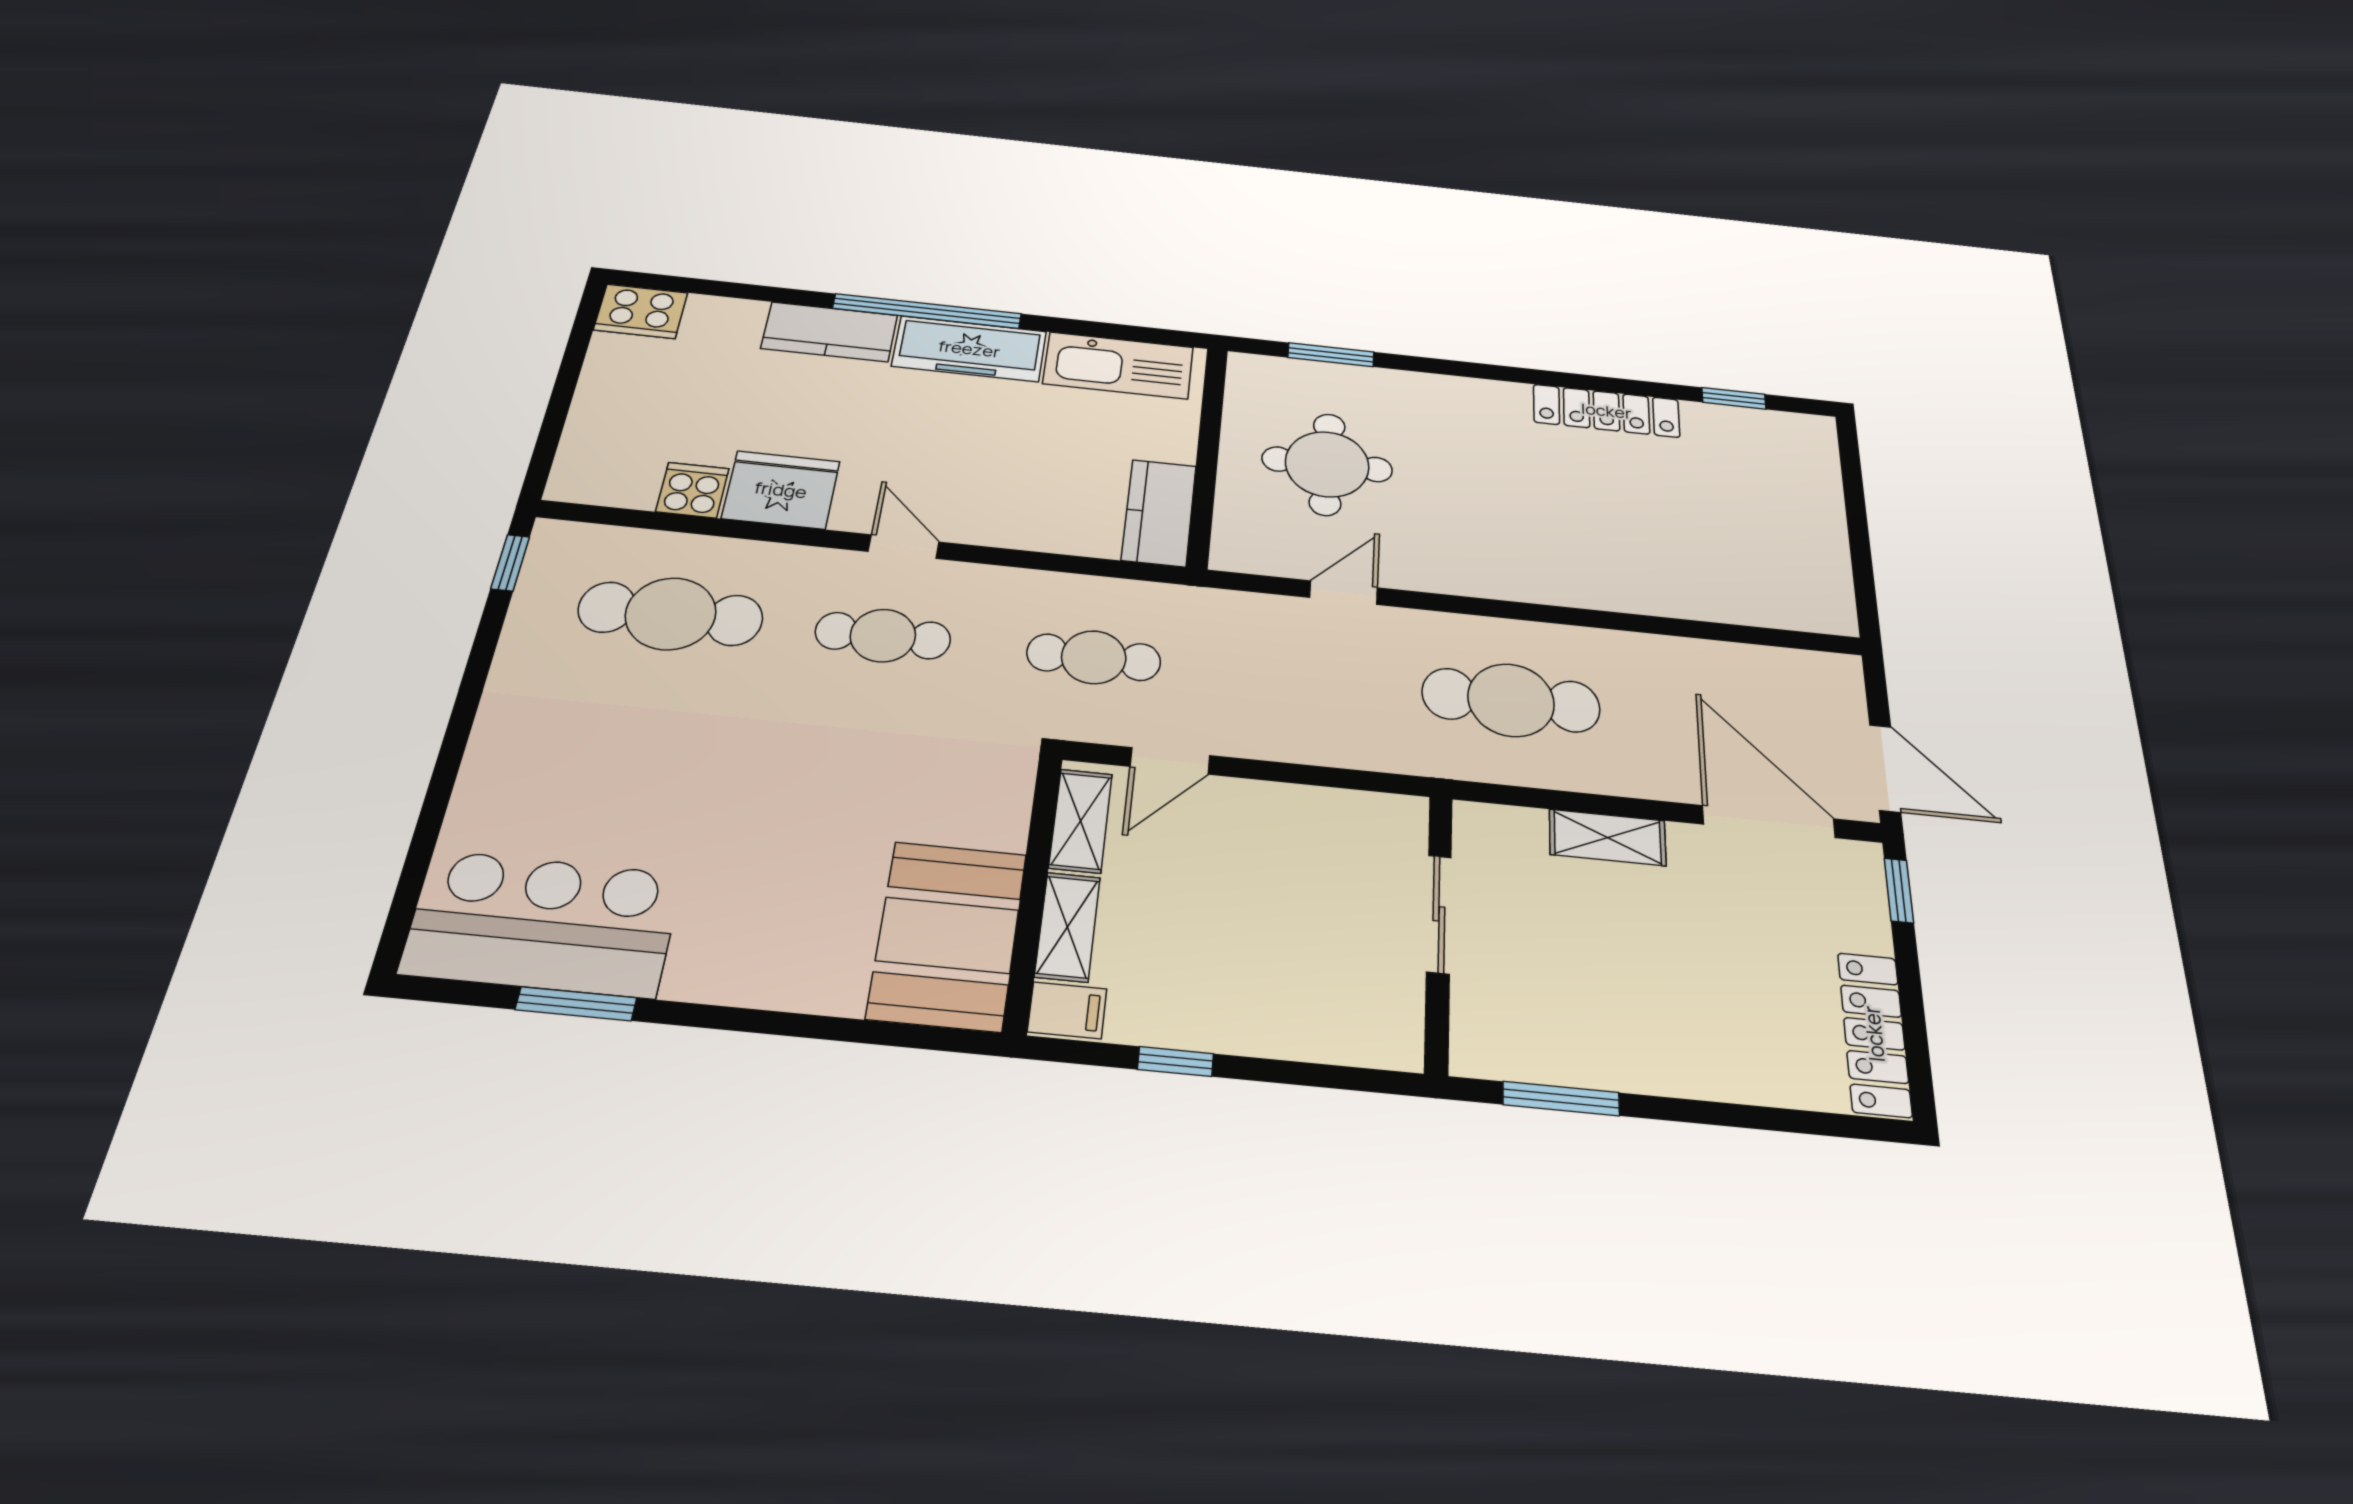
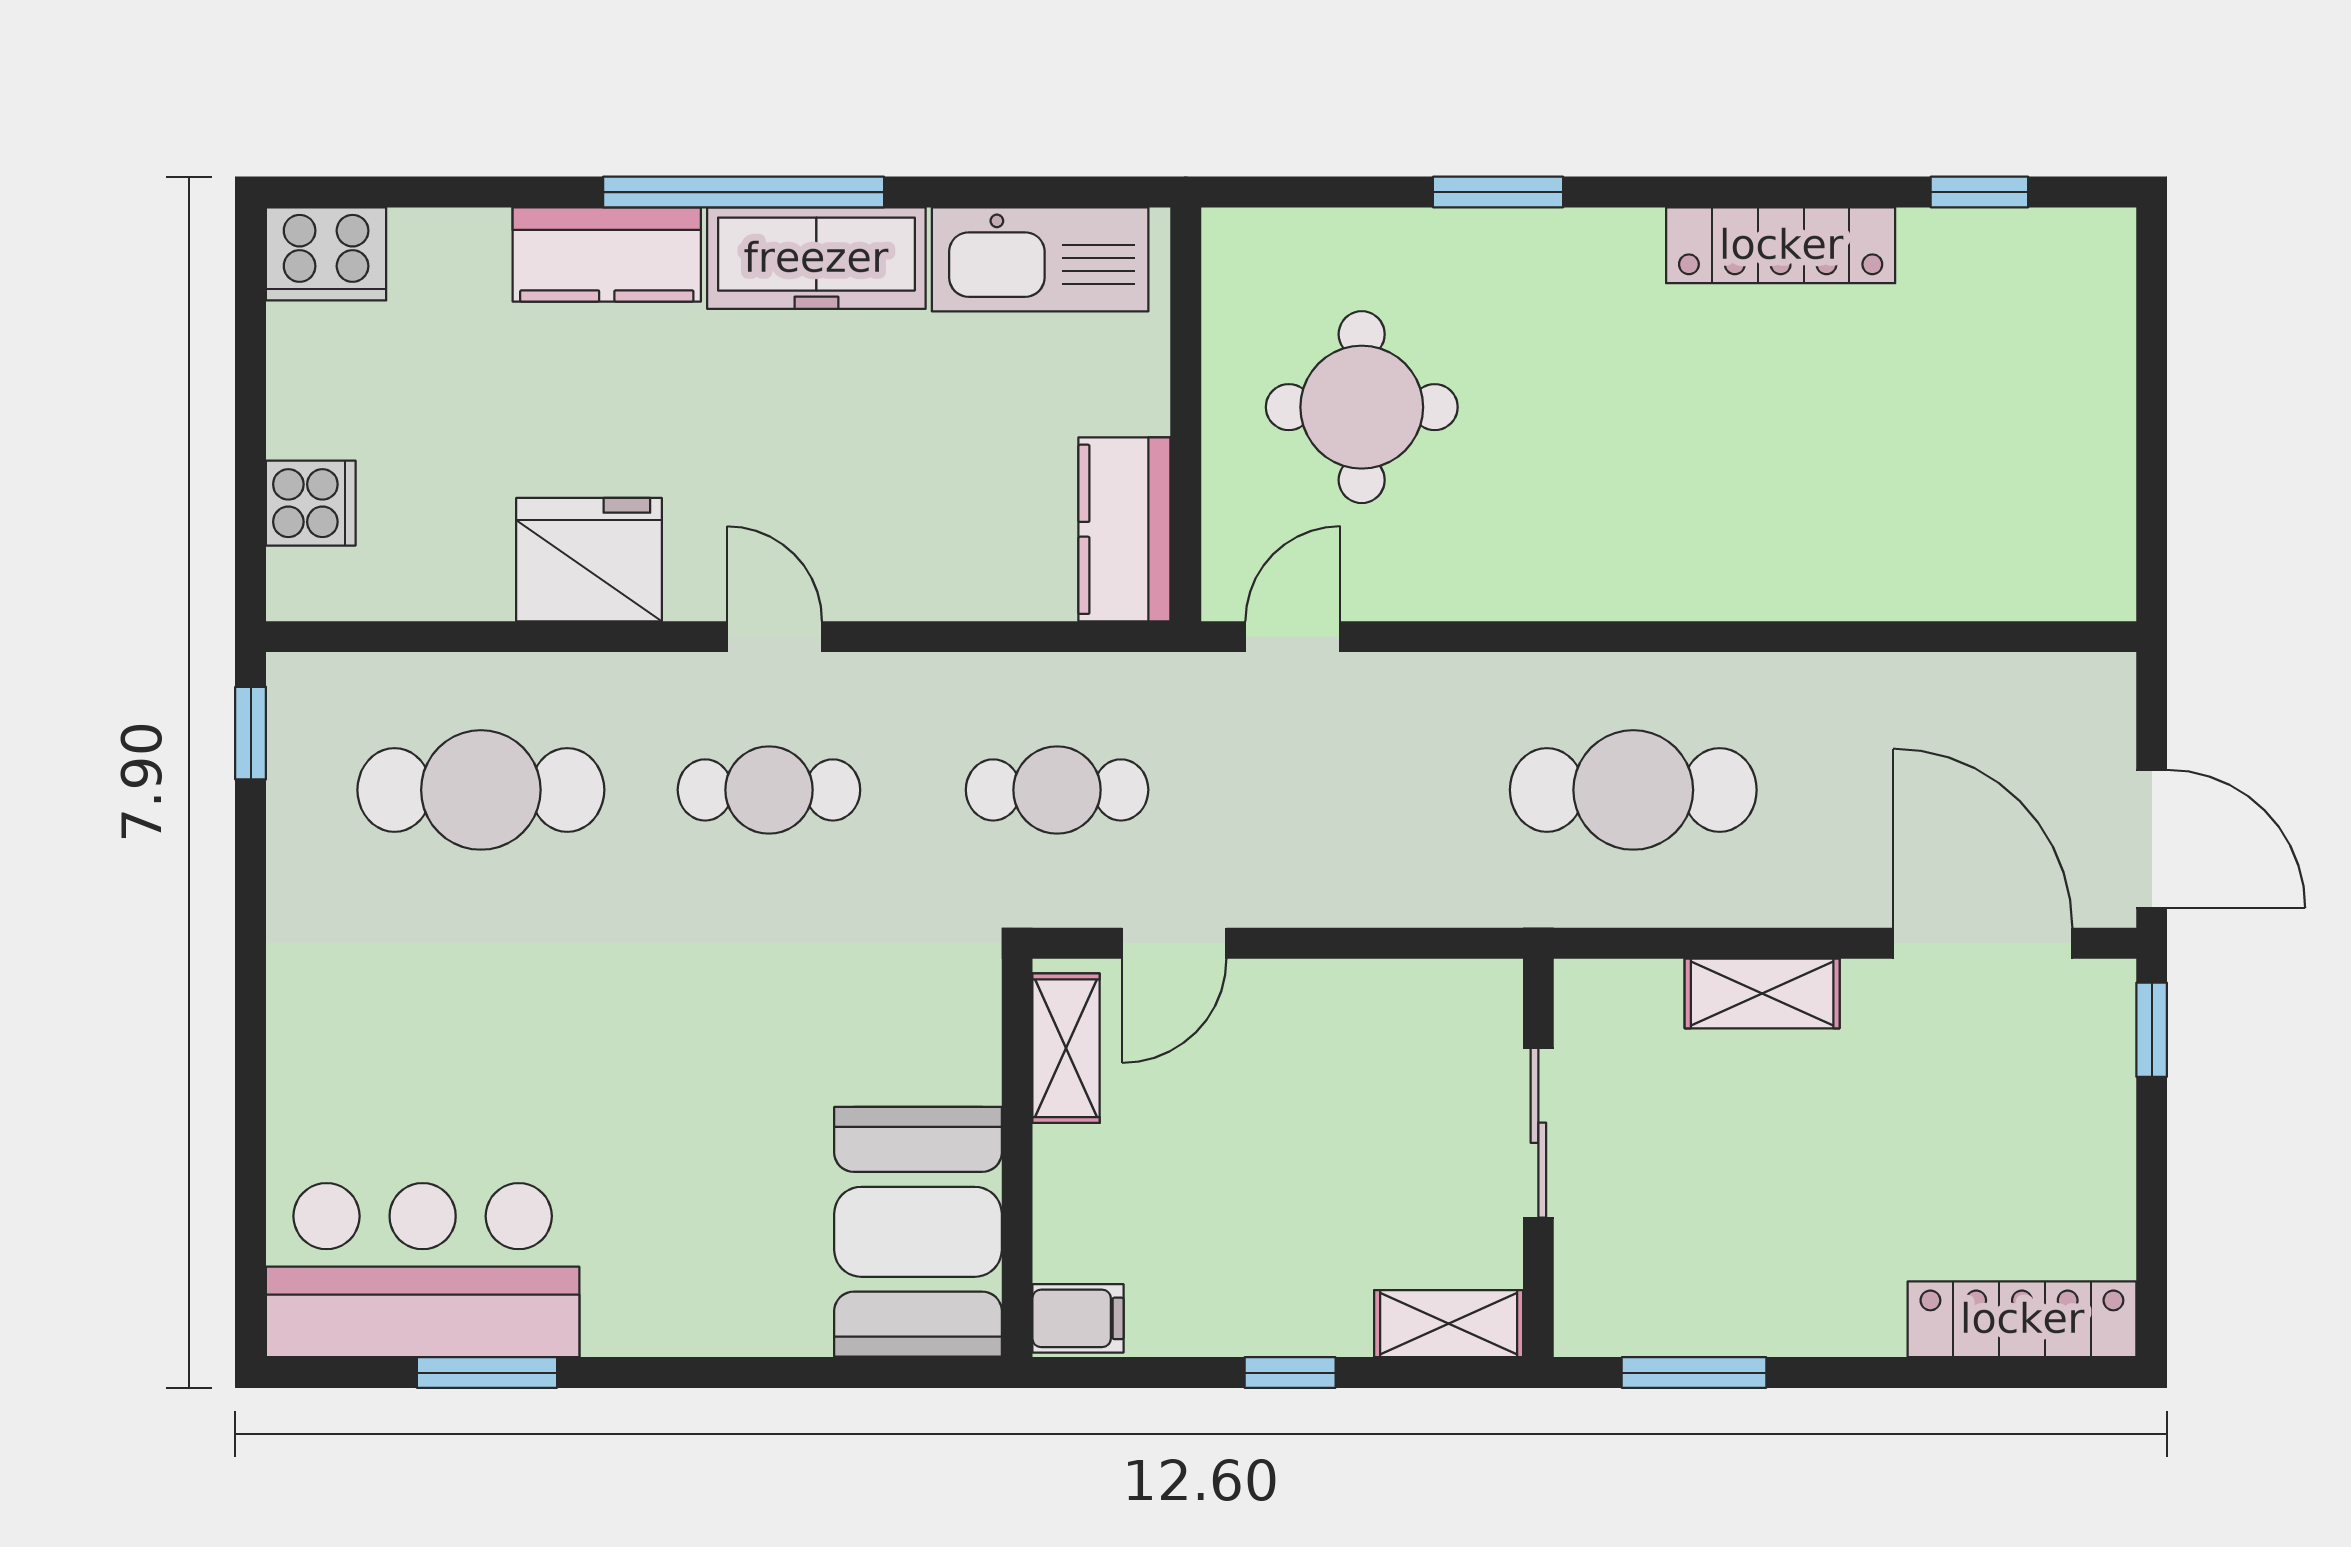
window: (1331, 355) -> (1498, 192), moved
cooker: (692, 490) -> (311, 503), moved, turned 90
door: (1344, 593) -> (1293, 637), moved
shelving: (1068, 927) -> (1449, 1324), moved, turned 90
locker: (1874, 1034) -> (2022, 1319), moved, turned 90
window: (1175, 1062) -> (1290, 1373), moved

